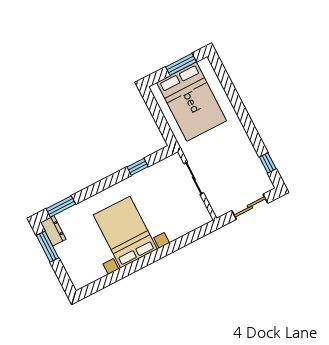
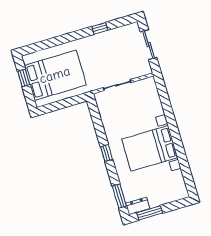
window: (181, 64) -> (24, 78), width x0.67
window: (268, 163) -> (100, 28), moved
window: (138, 167) -> (107, 153), moved

